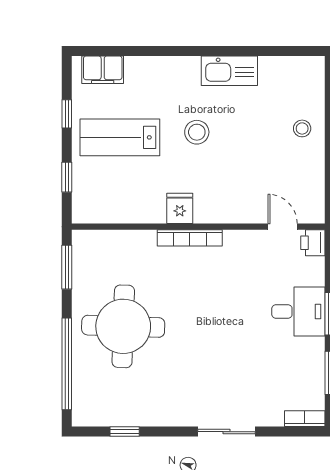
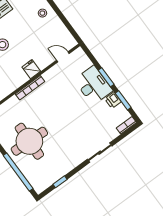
fridge: (180, 208) -> (31, 69), moved
printer: (313, 243) -> (113, 100), moved
desk: (298, 311) -> (93, 85), width x1.37

